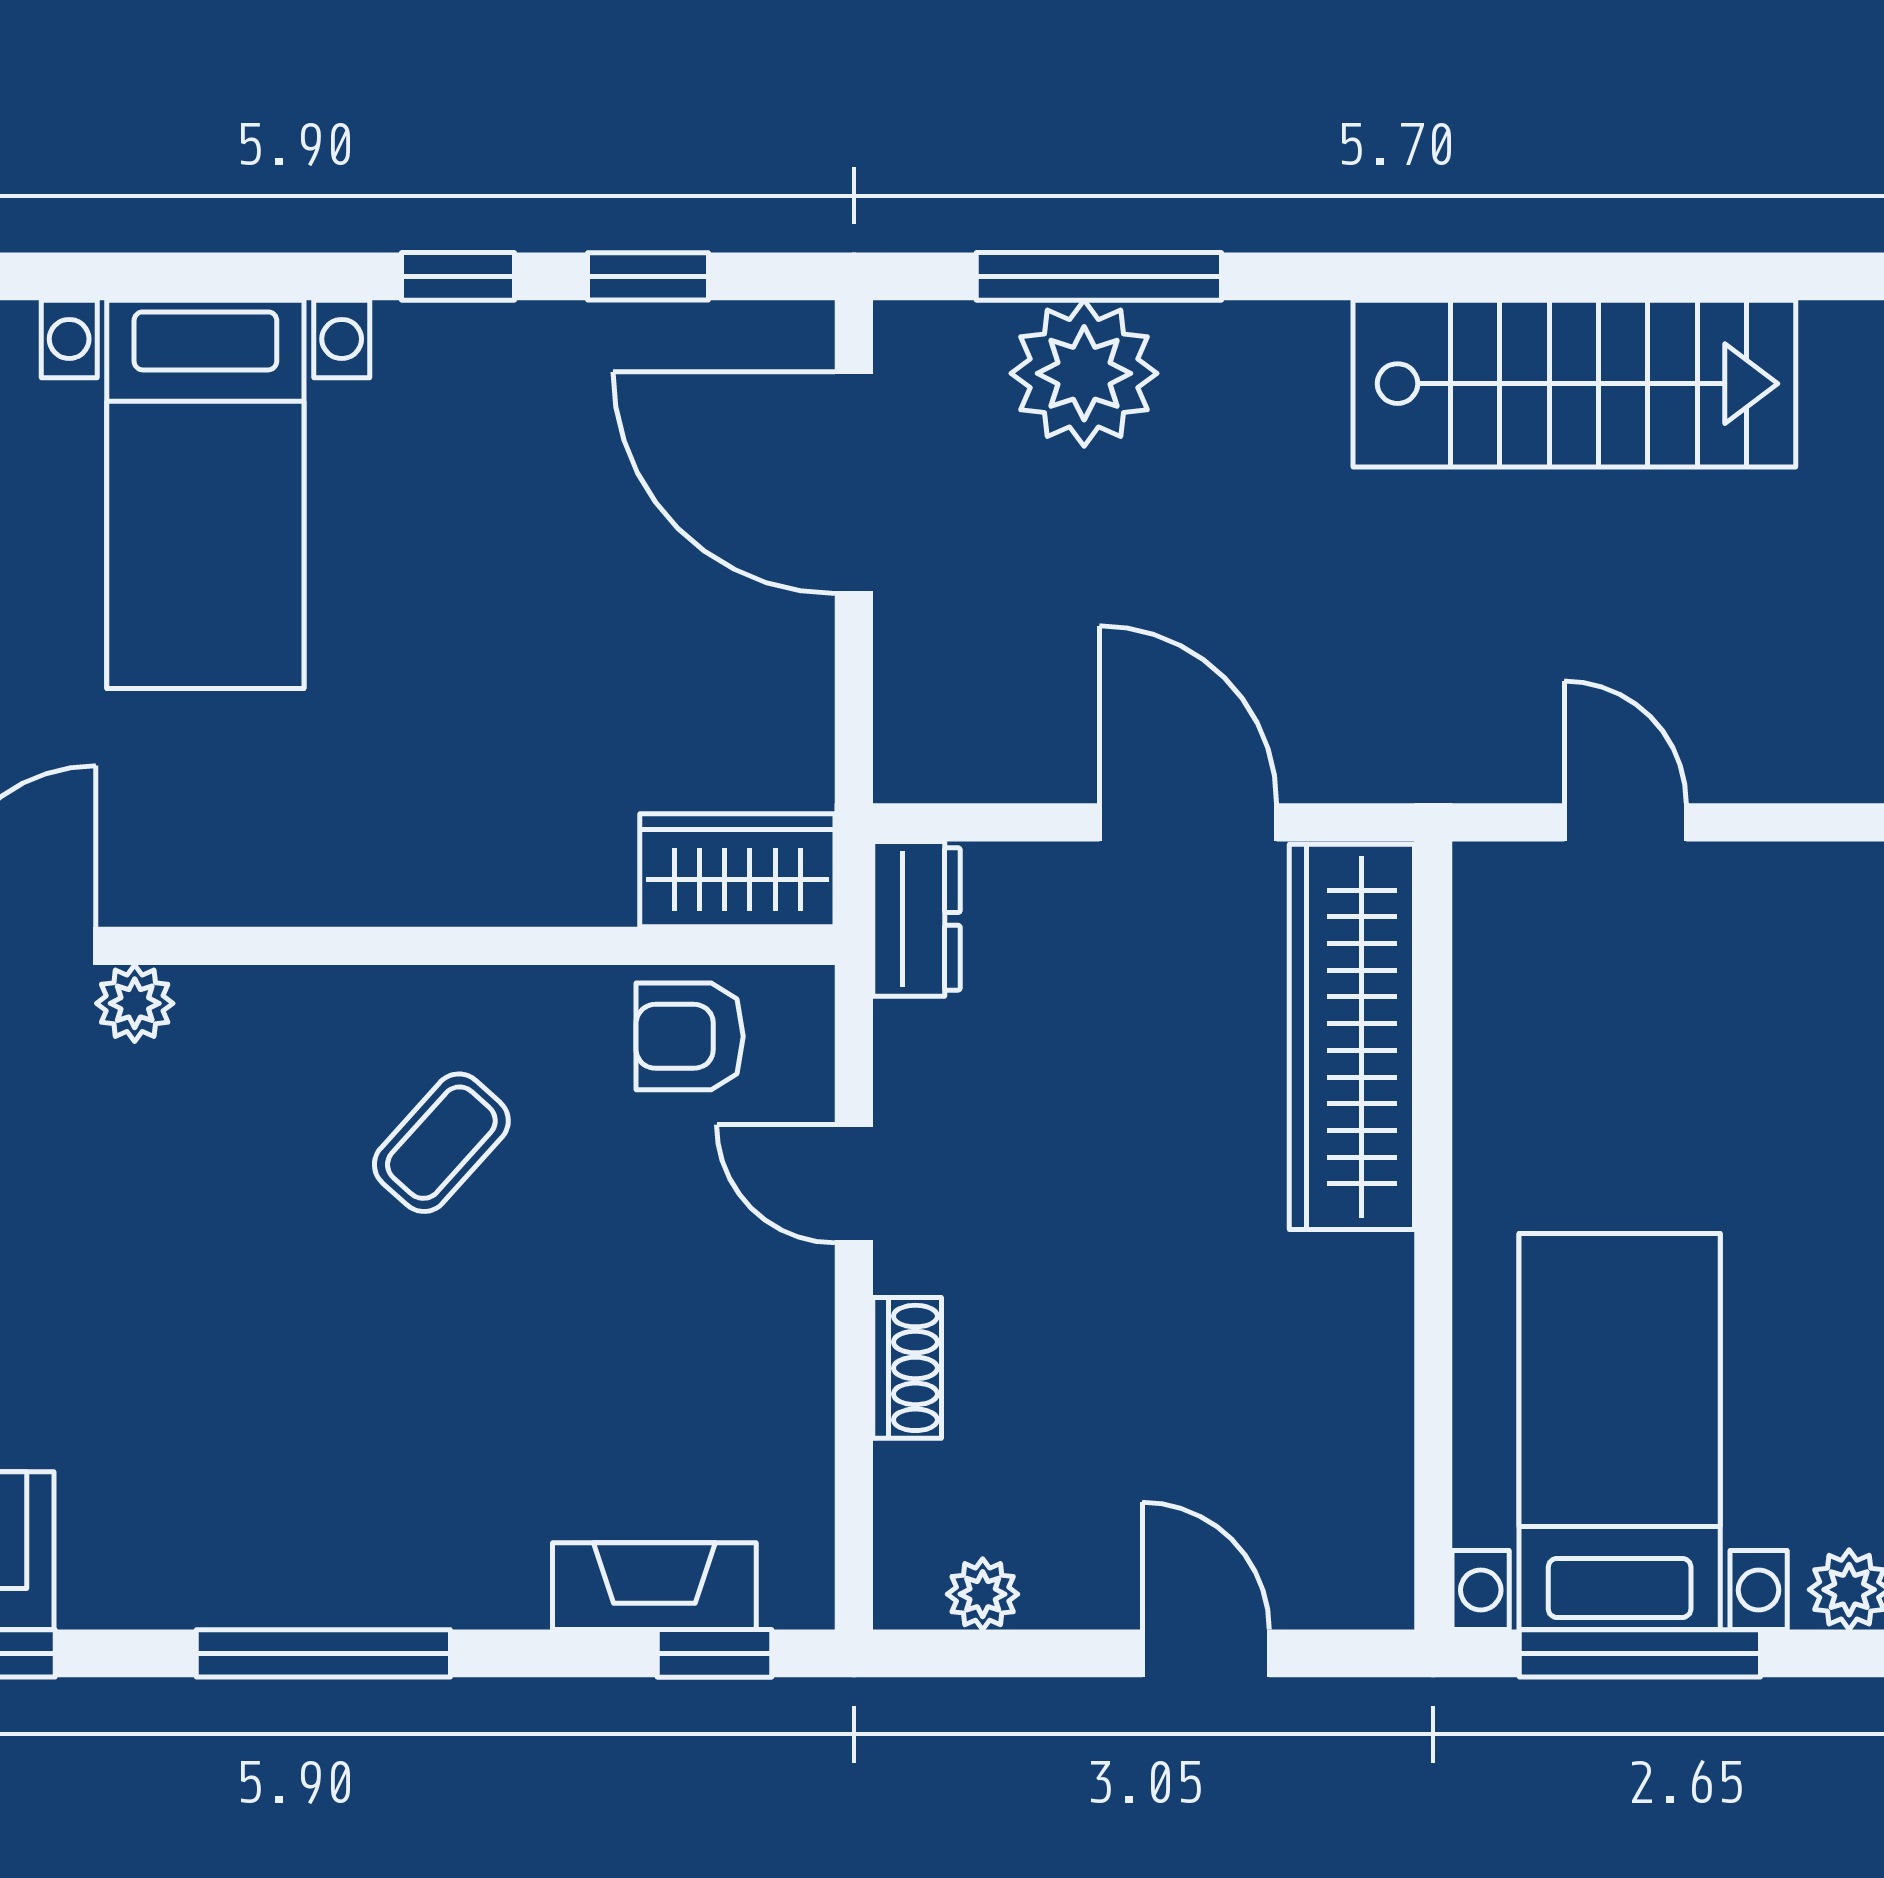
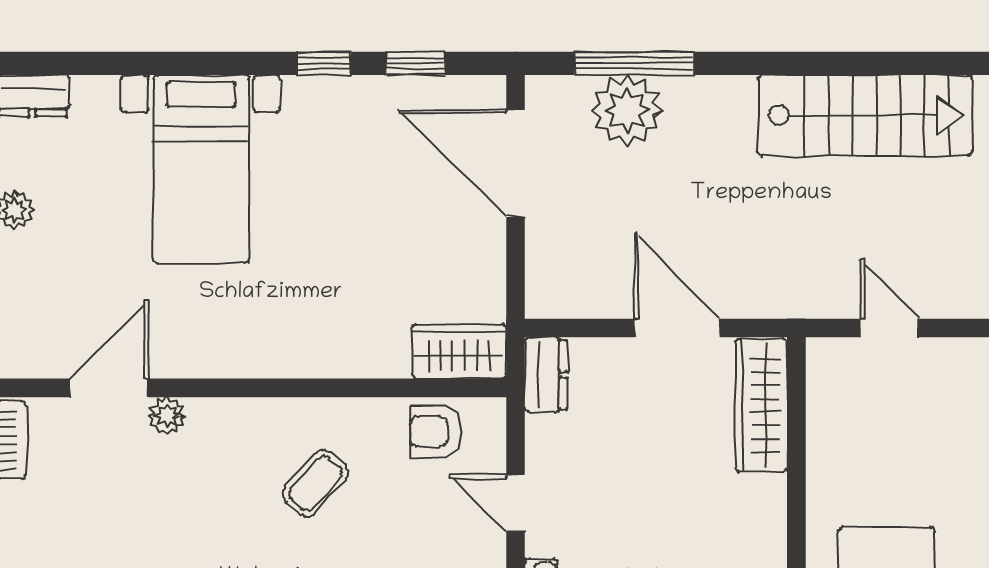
wardrobe: (1352, 1037) -> (761, 405), width x0.71, depth x0.85

